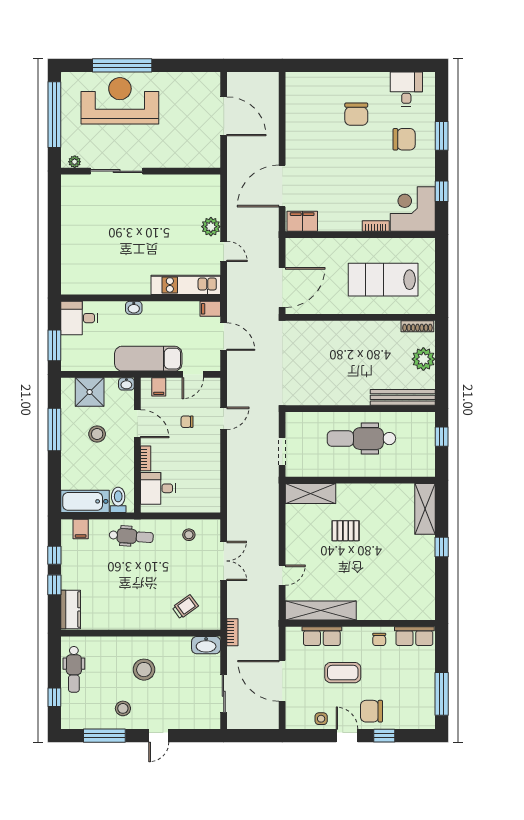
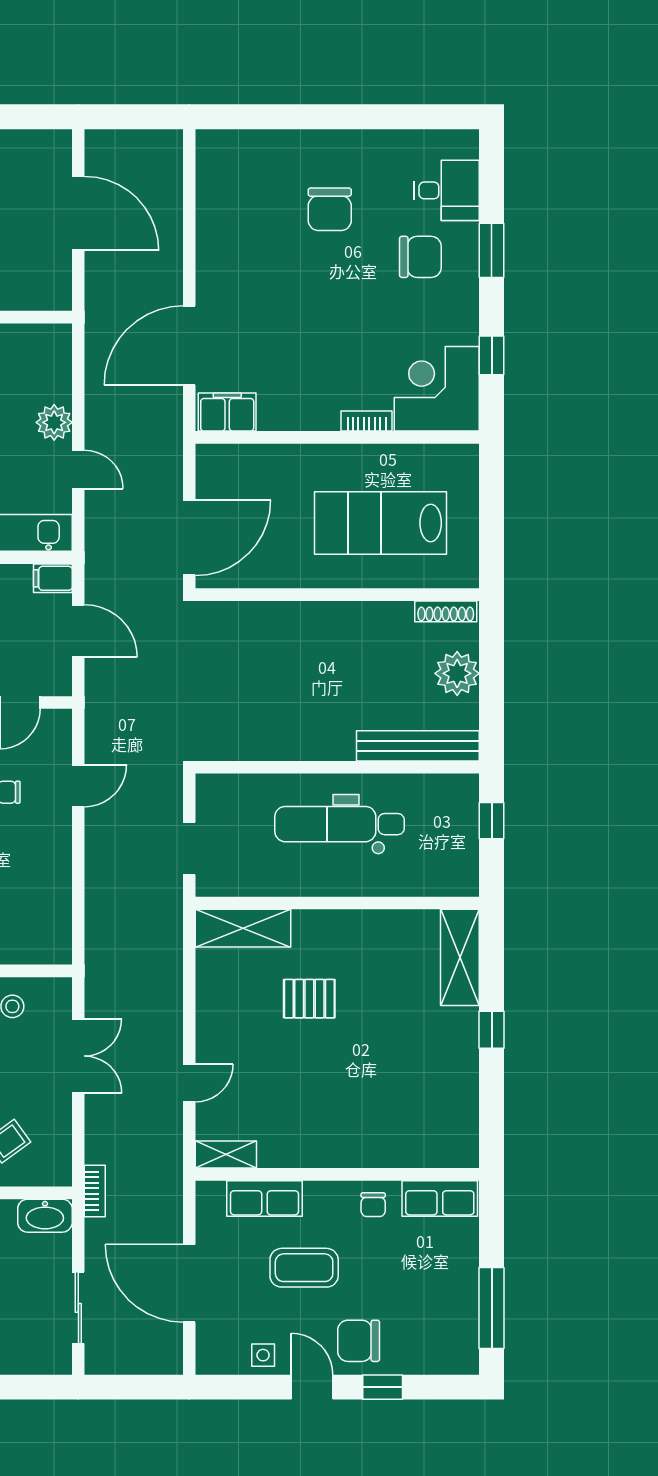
desk: (406, 89) -> (447, 190), moved, turned 90
shelving: (321, 610) -> (226, 1154), width x0.45, depth x0.75

